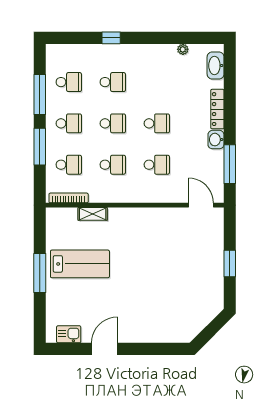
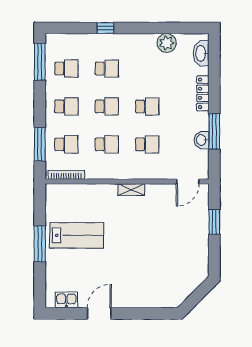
plant: (183, 49) -> (167, 43), width x1.88, depth x1.88
window: (40, 94) -> (40, 62), moved
washbasin: (216, 140) -> (202, 140), moved
window: (40, 147) -> (40, 144), moved
window: (230, 164) -> (214, 131), moved
door: (201, 205) -> (188, 181), swing flipped
shelving: (93, 214) -> (131, 190), moved
window: (230, 264) -> (214, 222), moved

